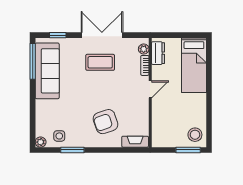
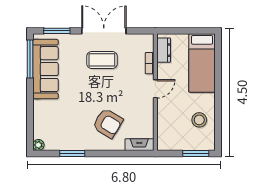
window: (58, 35) -> (57, 31), width x1.50
plant: (144, 49) -> (148, 46), removed
armchair: (106, 122) -> (108, 123), turned -130
stool: (195, 135) -> (199, 120), moved
side table: (59, 136) -> (58, 138), removed

